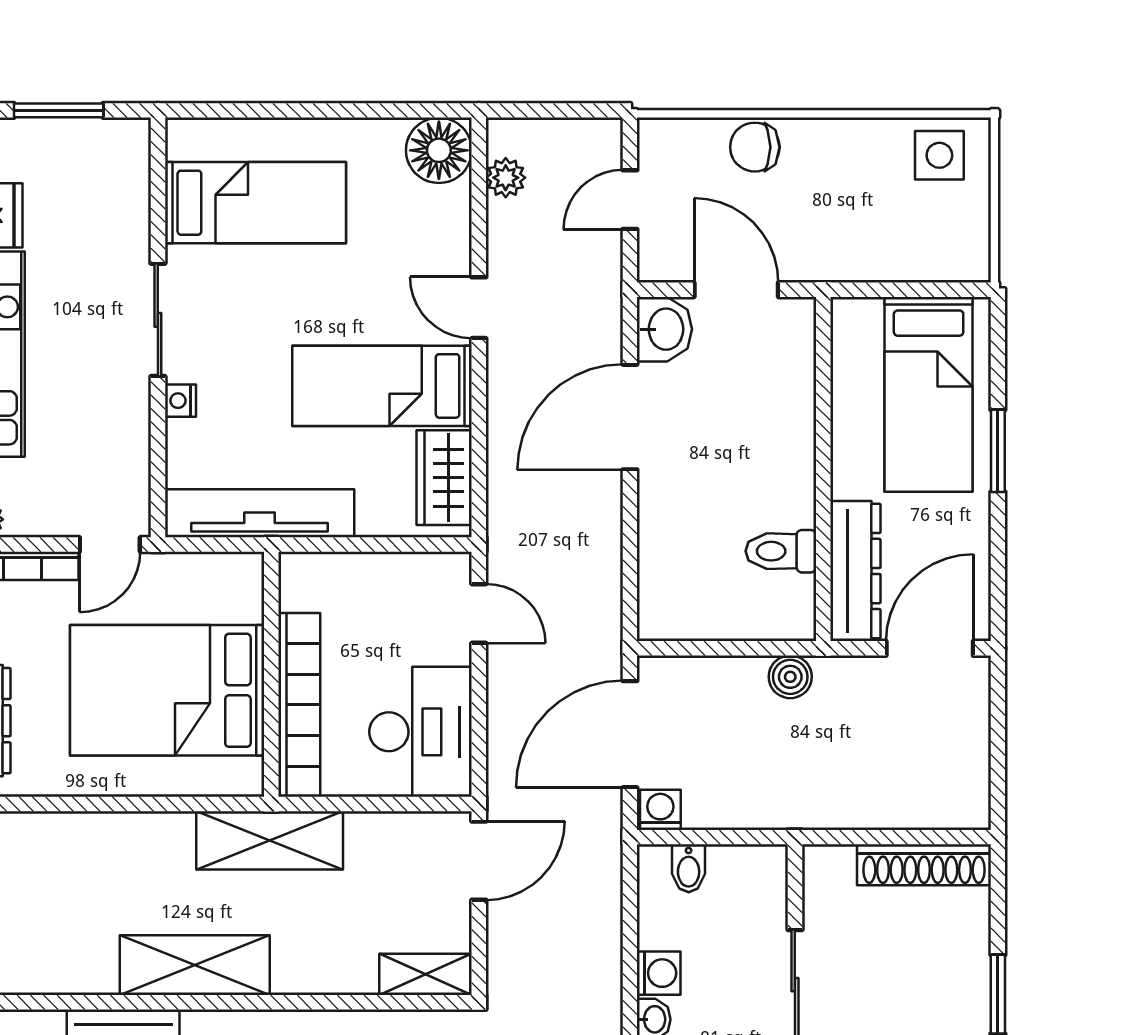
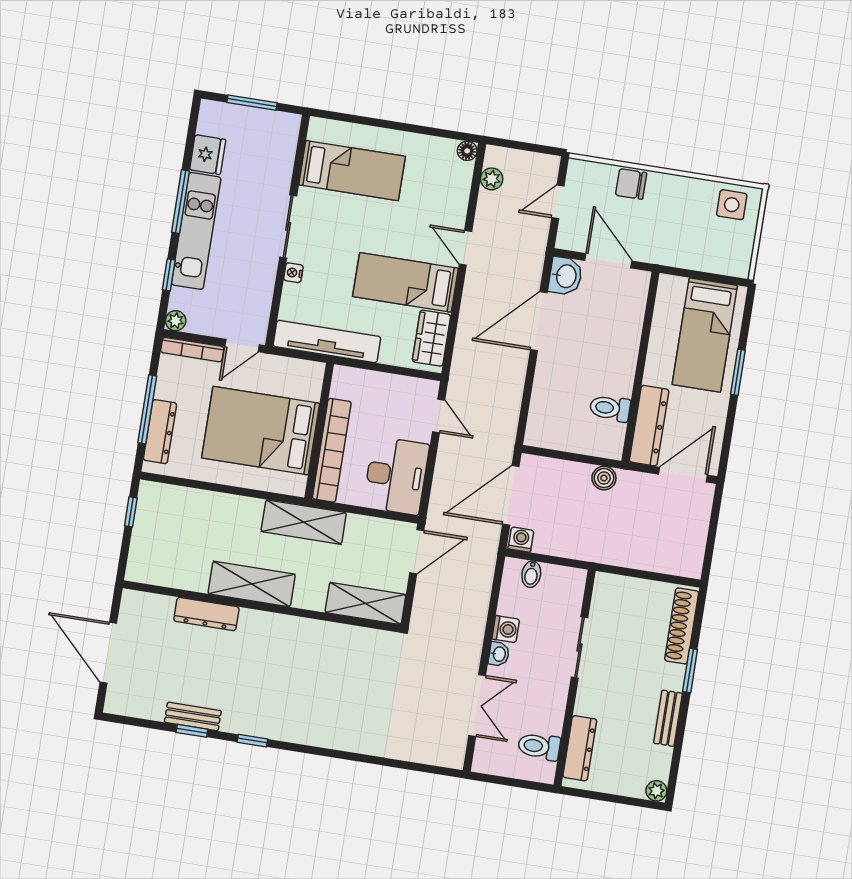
floor lamp: (439, 150) -> (467, 151), width x0.53, depth x0.53
shoe rack: (924, 865) -> (682, 626), moved, turned 90
shelving: (426, 974) -> (365, 603), width x1.50, depth x1.33

